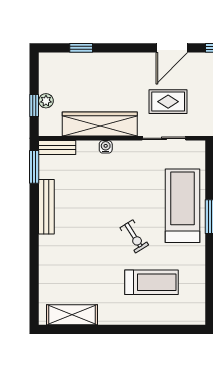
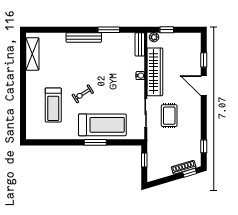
door: (172, 48) -> (204, 86), moved
plant: (46, 101) -> (154, 37), moved
window: (34, 167) -> (109, 30), moved
bench: (46, 207) -> (84, 37), moved

